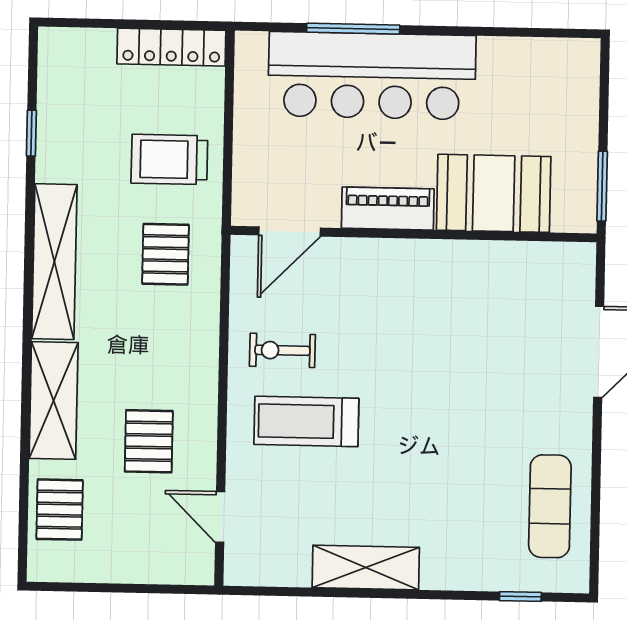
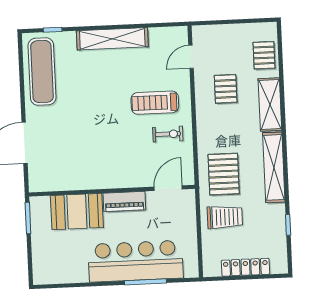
locker: (171, 47) -> (245, 267), moved
pallet: (166, 254) -> (224, 174), width x1.50, depth x1.42
treadmill: (306, 421) -> (155, 103), turned 180
exercise mat: (550, 506) -> (42, 72), width x1.36, depth x1.45
door: (220, 517) -> (191, 57), swing flipped
shelving: (366, 567) -> (112, 39), width x1.47

